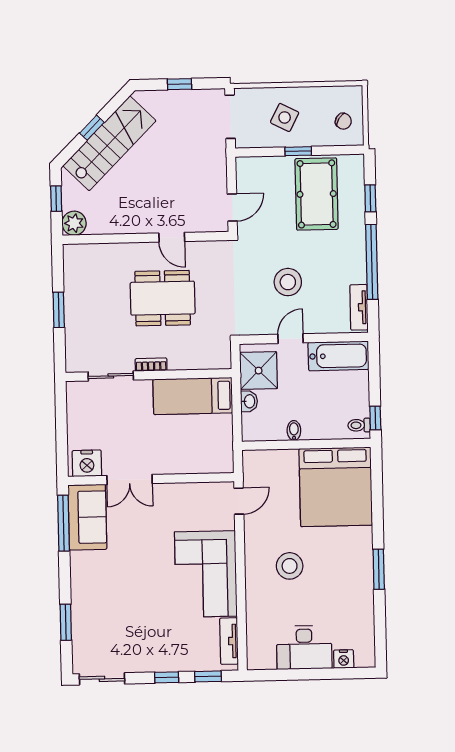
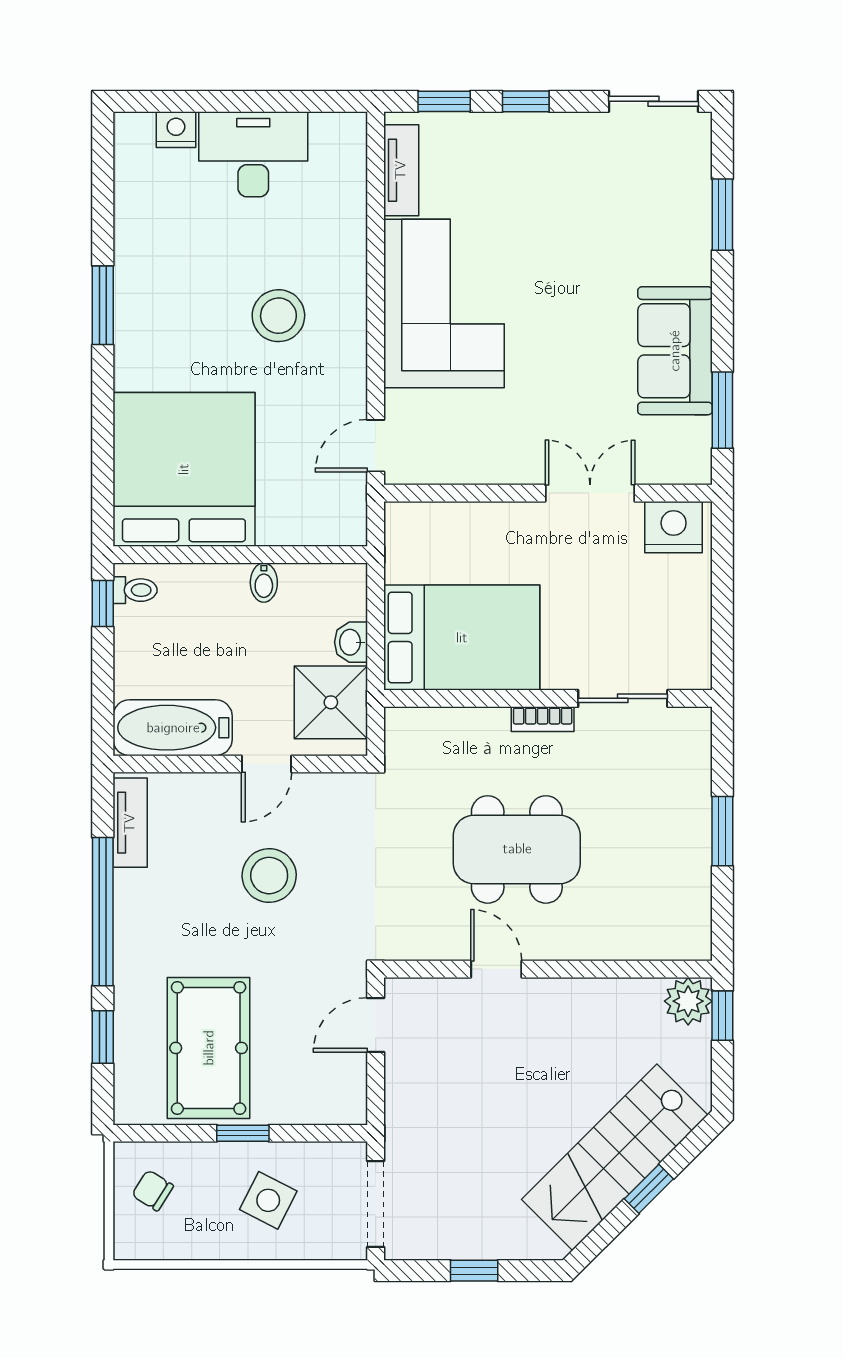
window: (56, 199) -> (722, 1016), moved
bed: (193, 396) -> (462, 638), width x1.50
sofa: (87, 517) -> (675, 351), moved
window: (64, 523) -> (722, 410), width x0.69

